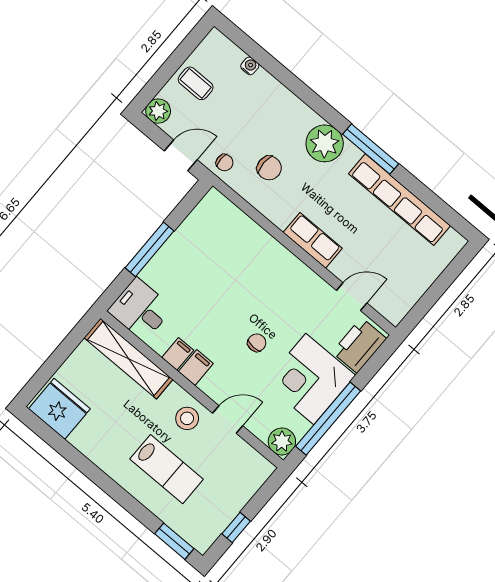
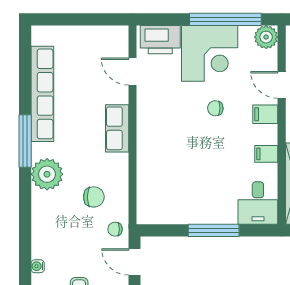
chair: (225, 163) -> (115, 229), turned -90
chair: (269, 168) -> (94, 197), turned 90
filing cabinet: (196, 368) -> (265, 114), moved

